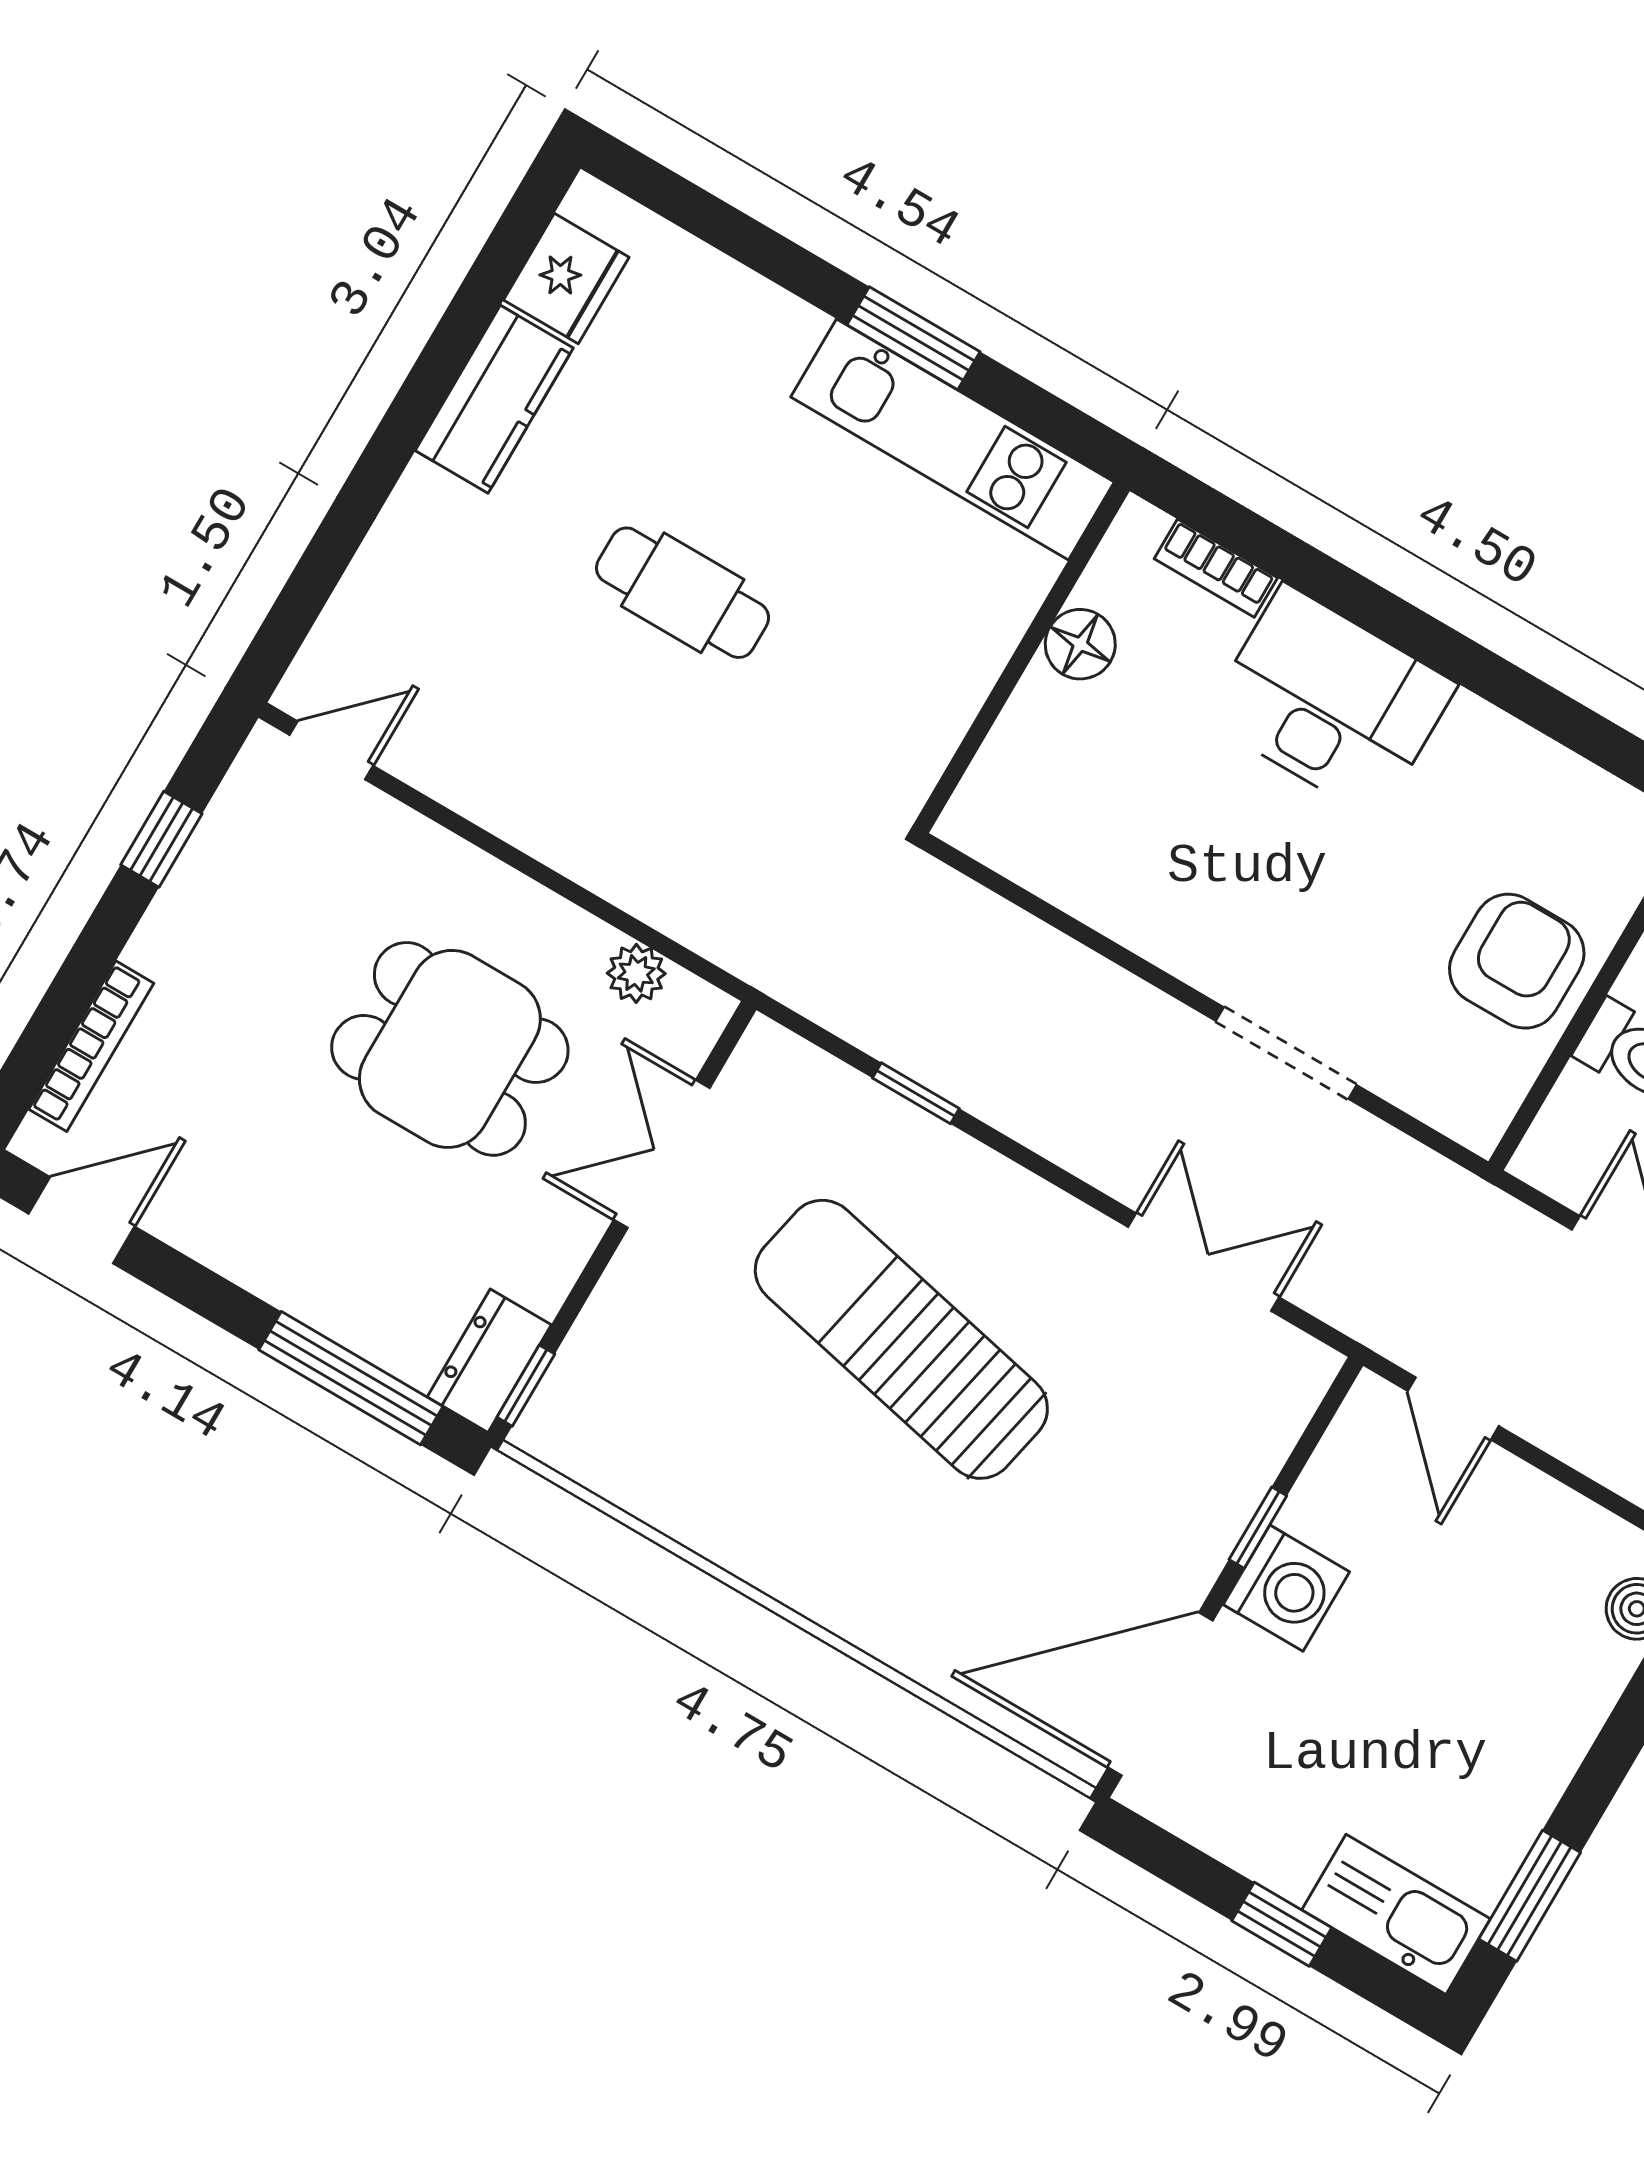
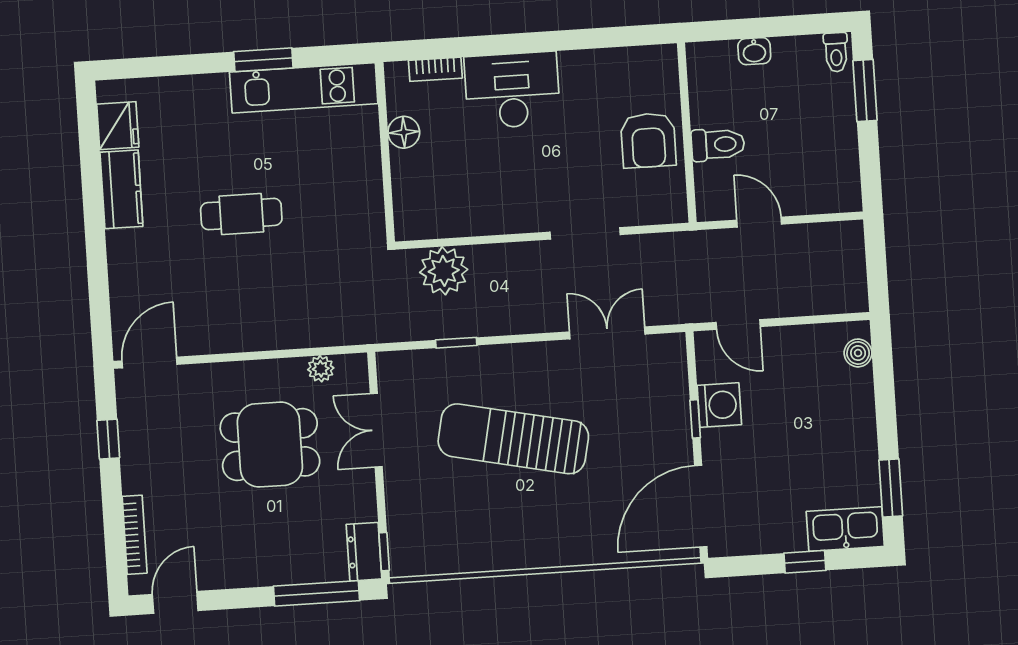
door: (331, 750) -> (150, 363), width x1.37
plant: (982, 947) -> (444, 271), added
armchair: (1517, 961) -> (648, 140), turned 180
washing machine: (1286, 1588) -> (719, 405), moved

